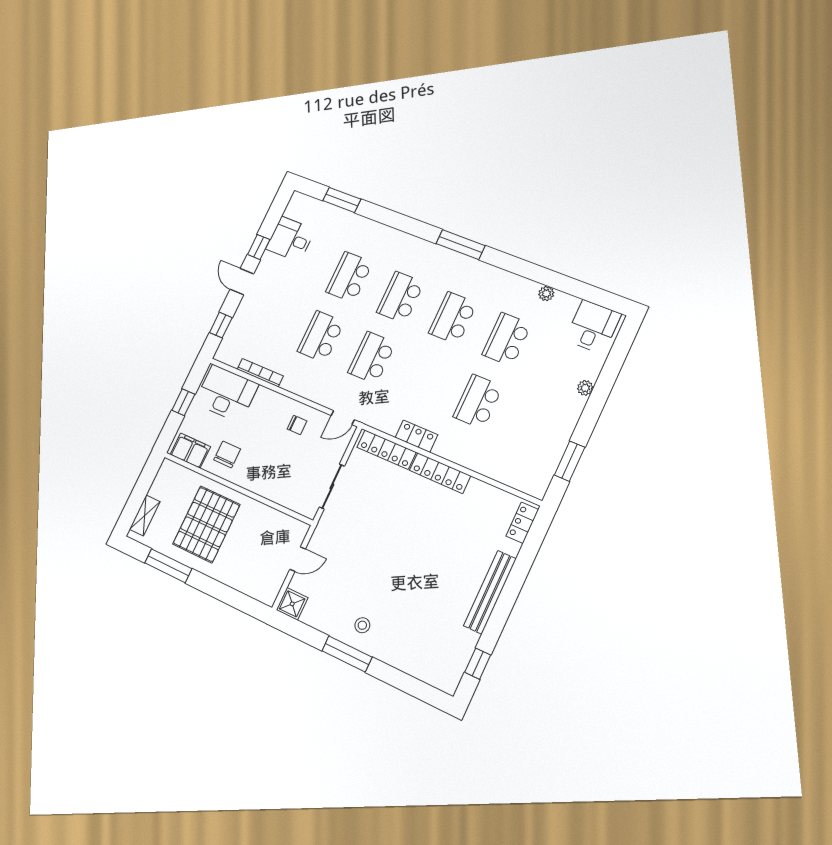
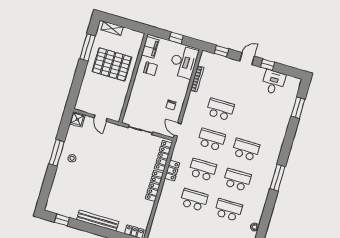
school desk: (349, 277) -> (203, 170), moved

